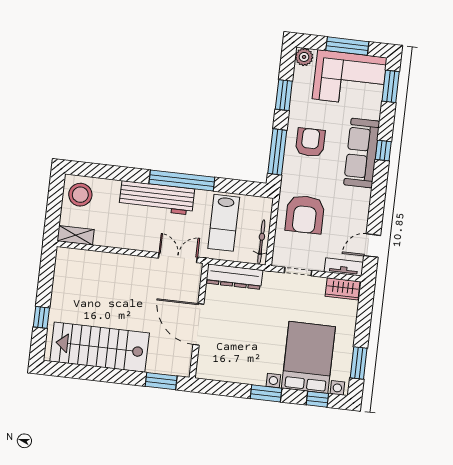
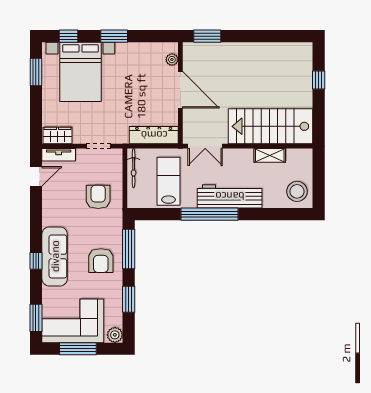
armchair: (305, 214) -> (98, 197), width x0.73, depth x0.73
shelving: (76, 235) -> (270, 155), moved
stairs: (100, 347) -> (271, 126), moved, turned 180
plant: (204, 359) -> (172, 60), added

